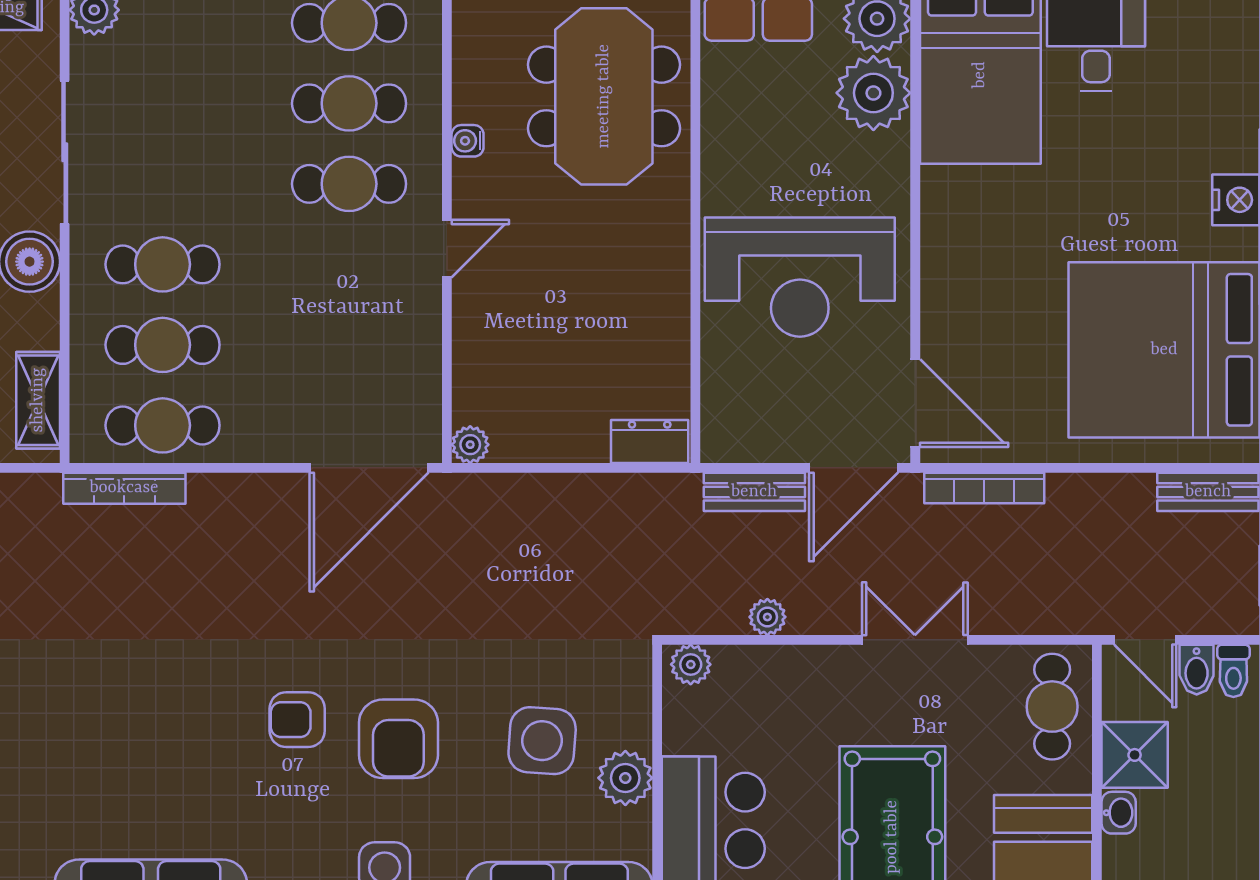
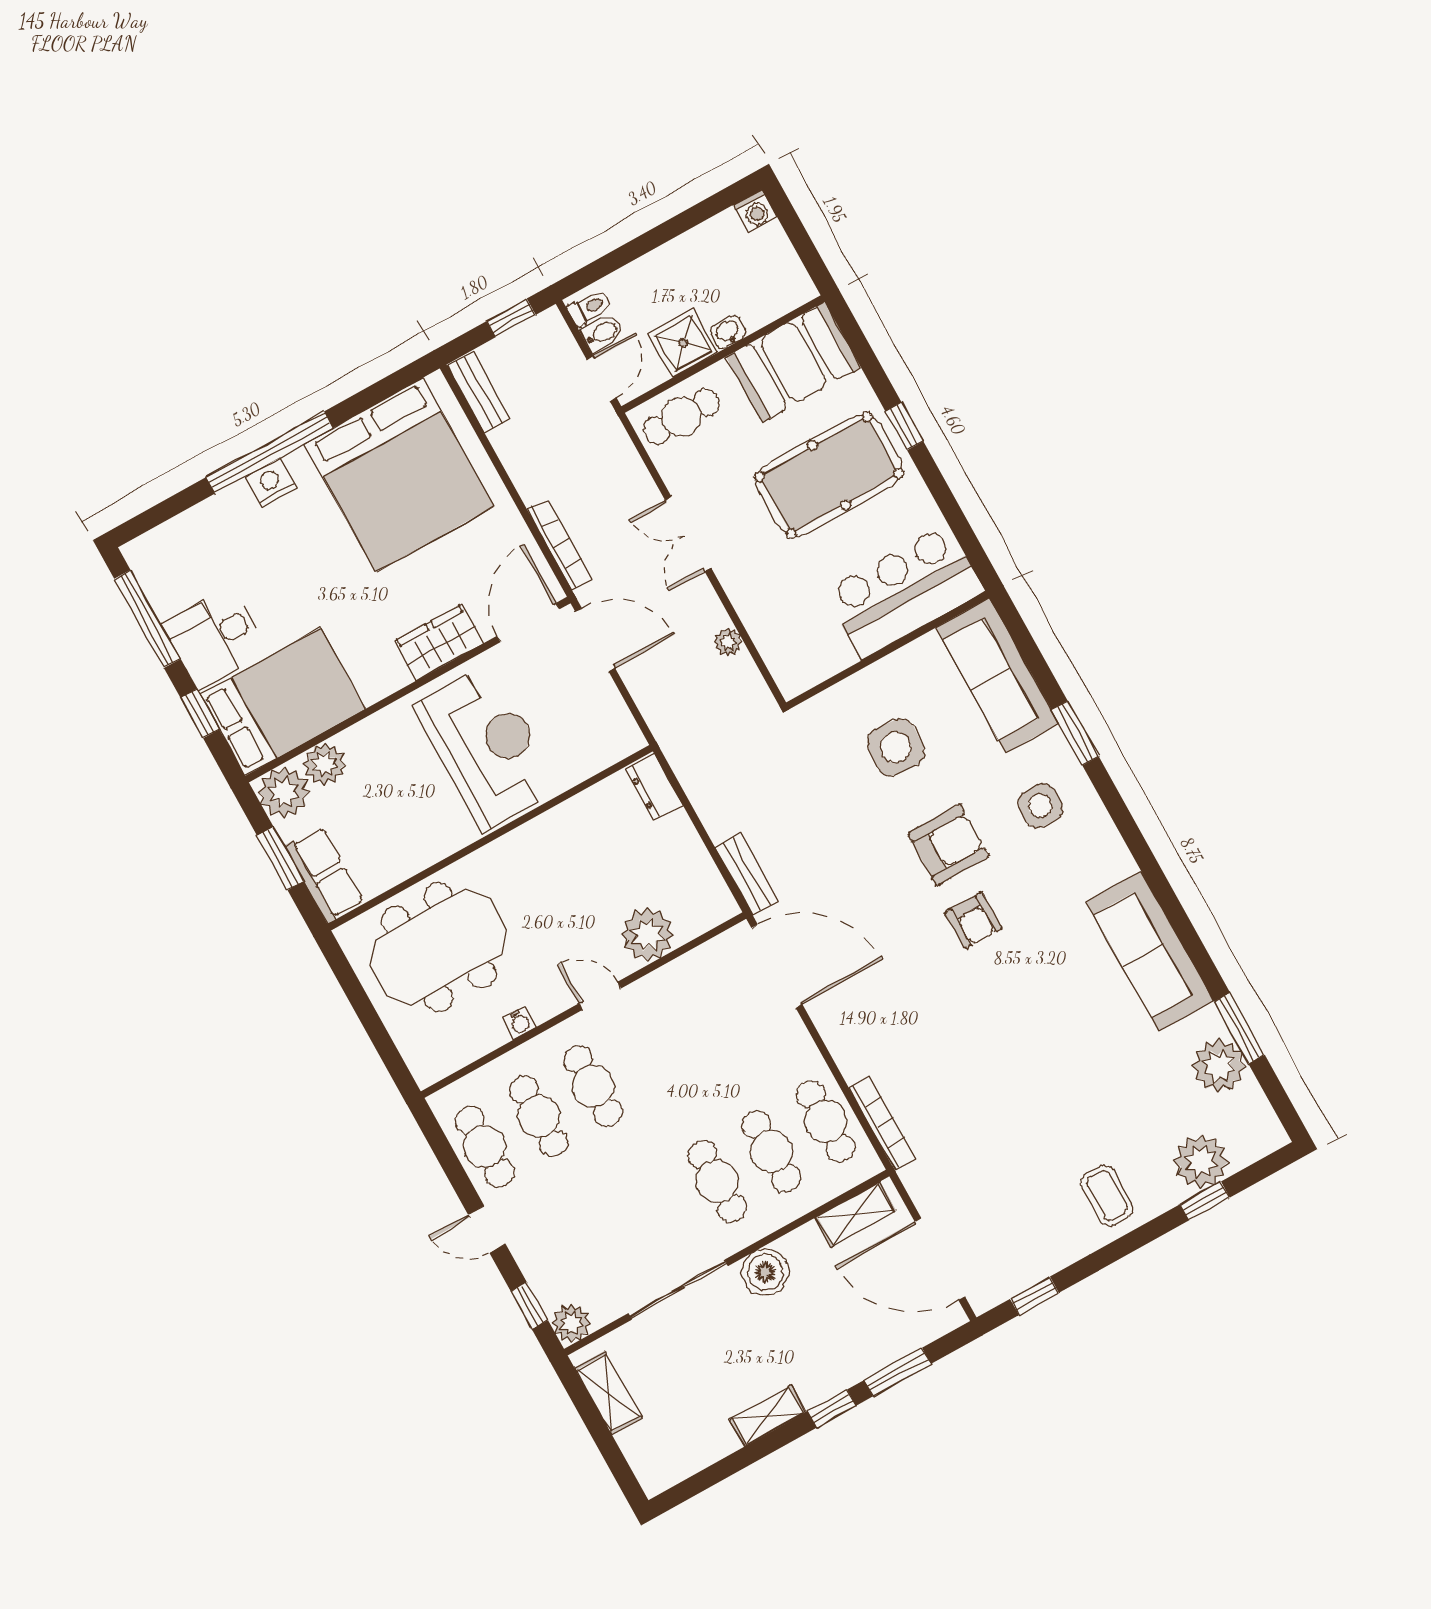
plant: (873, 93) -> (325, 764), width x0.73, depth x0.73
wardrobe: (949, 289) -> (439, 642), added
plant: (470, 445) -> (647, 935), moved, width x1.88, depth x1.88
bench: (754, 492) -> (747, 874), moved
plant: (691, 664) -> (789, 676), removed
plant: (625, 778) -> (890, 677), removed

